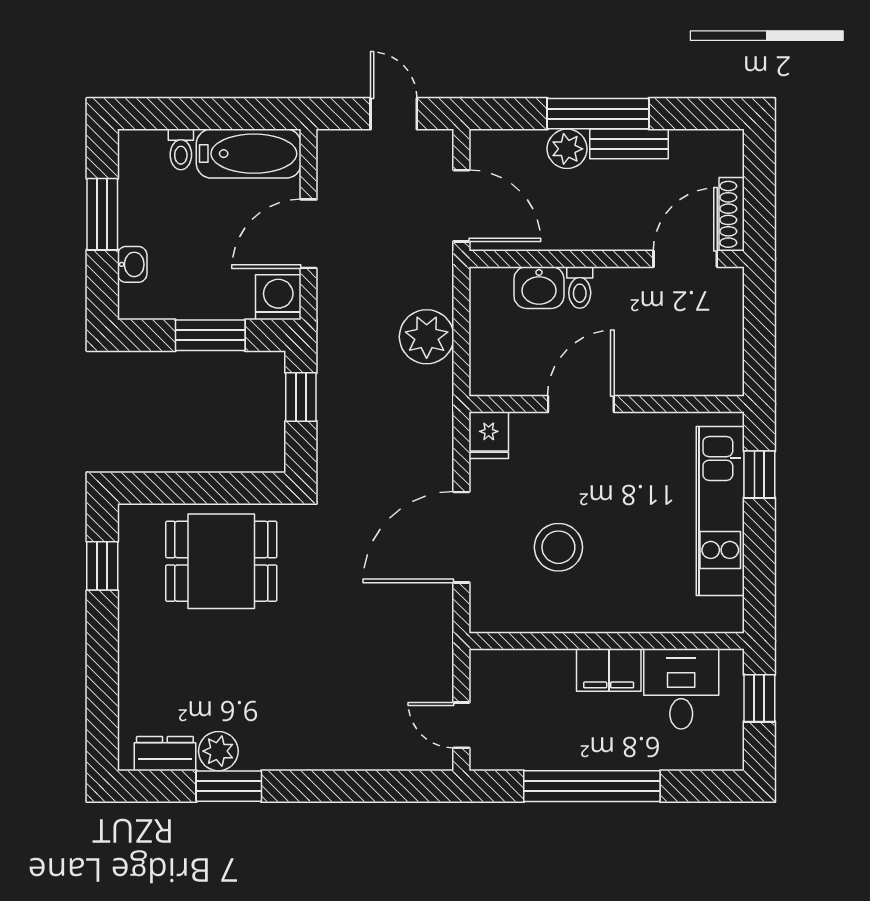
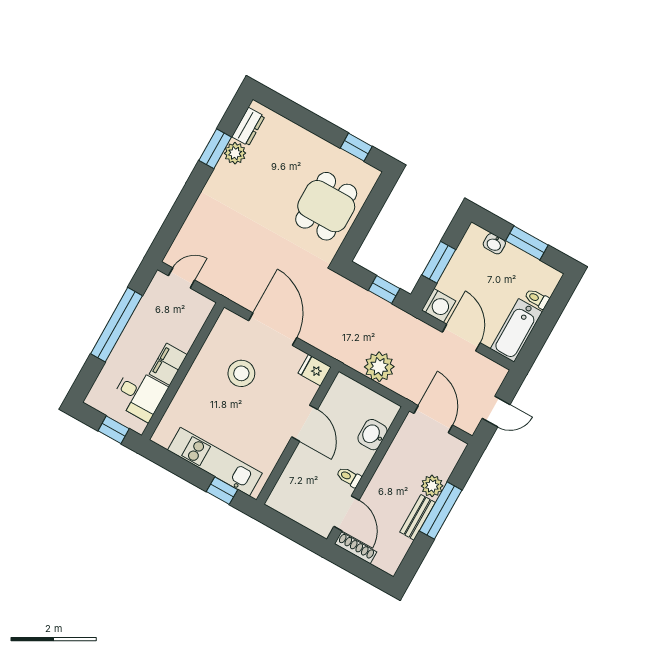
door: (461, 206) -> (433, 419), swing flipped
toilet: (580, 287) -> (349, 477), moved

